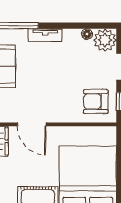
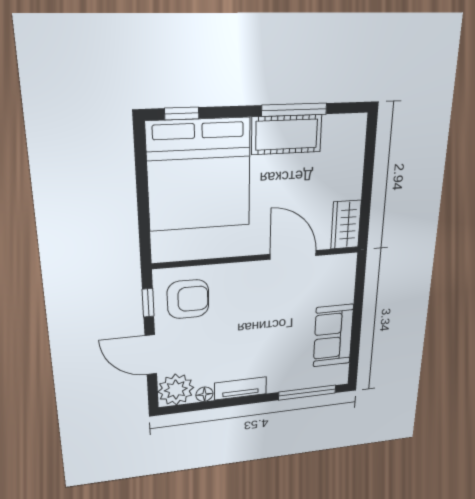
tv unit: (45, 35) -> (241, 388), moved

